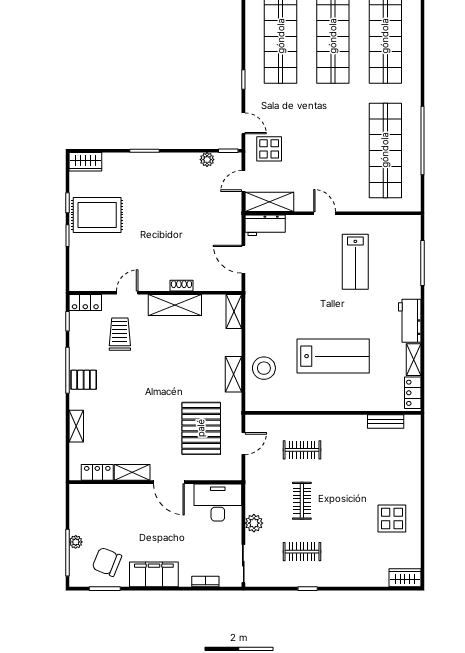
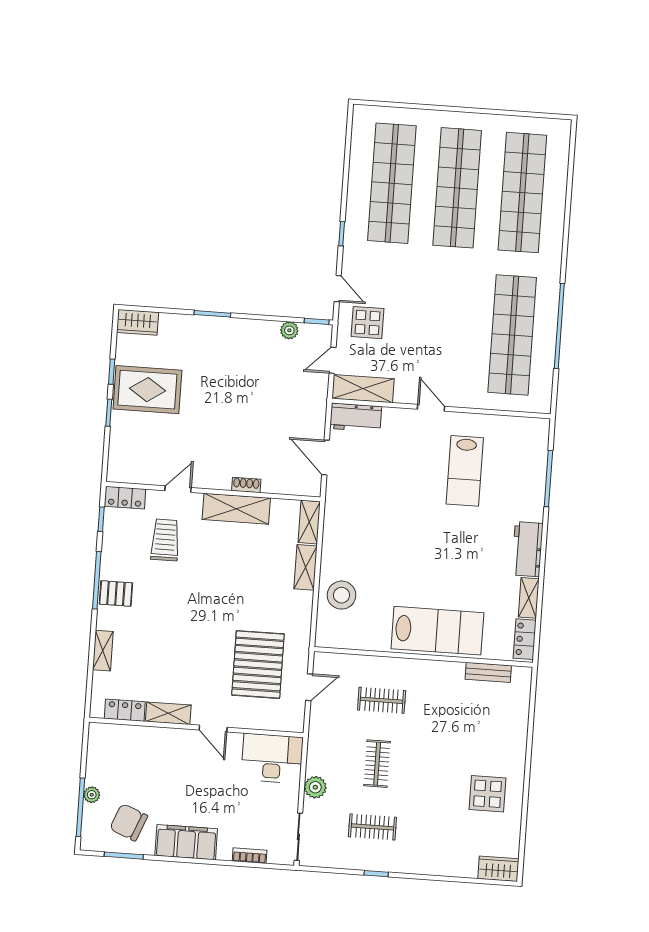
lab bench: (333, 356) -> (437, 631), moved
shelving: (234, 374) -> (306, 567), moved
door: (169, 482) -> (213, 729), width x0.73

